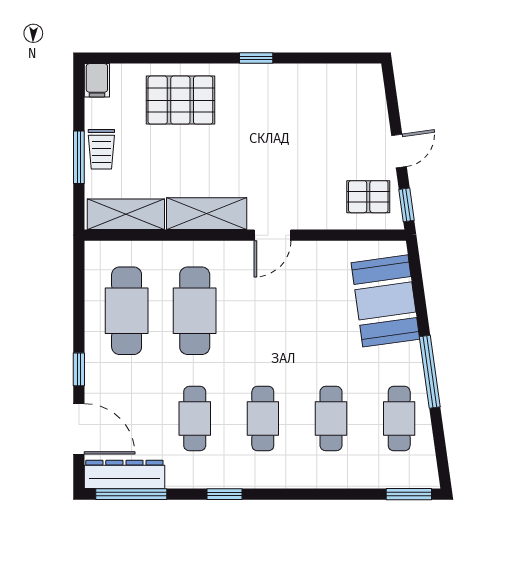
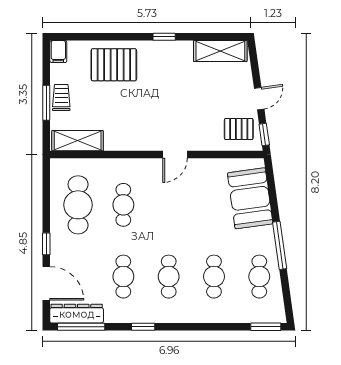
trolley: (101, 149) -> (61, 97), turned 180
shelving: (207, 214) -> (220, 51), moved
cafe table: (195, 311) -> (123, 205), width x0.73, depth x0.74

